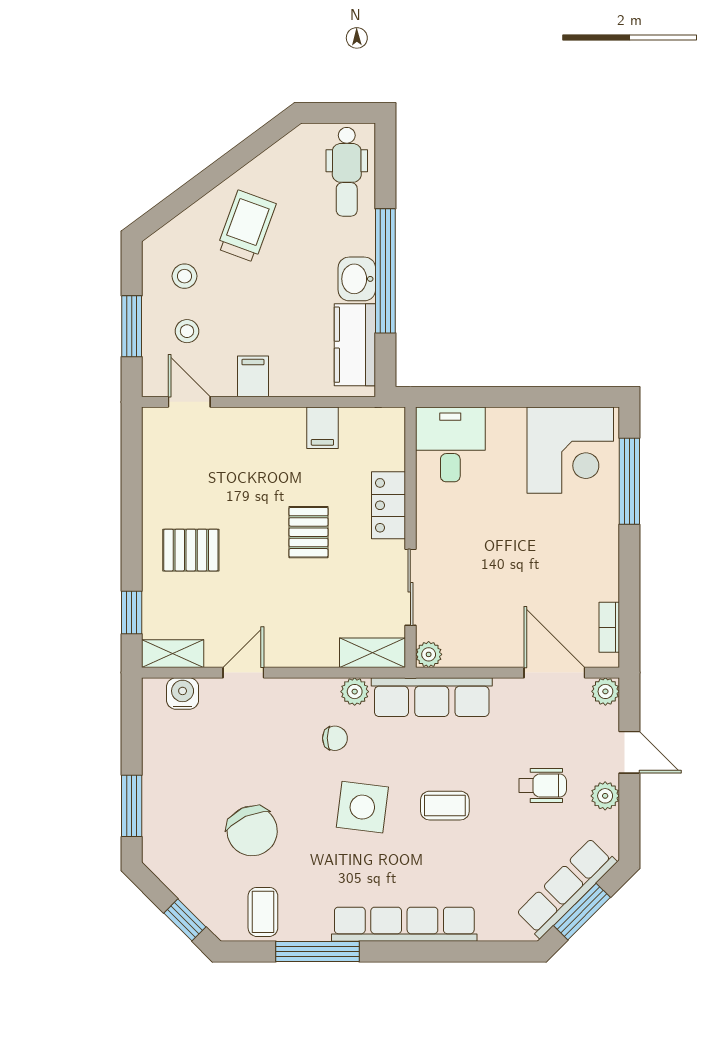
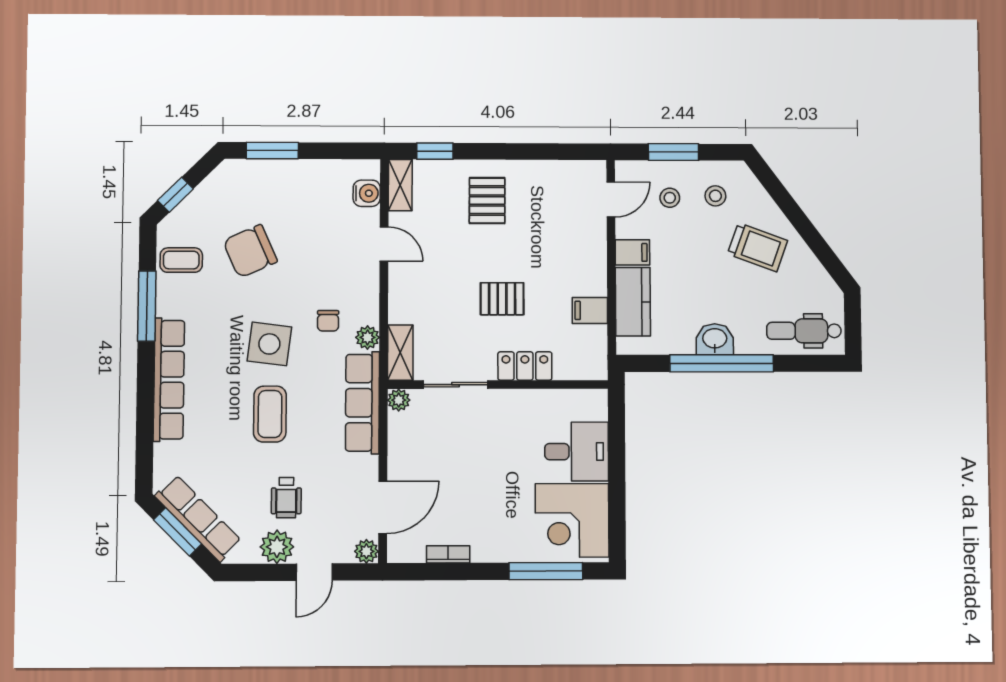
kitchen counter: (355, 345) -> (633, 302), moved, turned 90
desk: (450, 444) -> (577, 452), moved
bookcase: (609, 627) -> (448, 554), moved
plant: (605, 796) -> (277, 547), width x1.38, depth x1.38
coffee table: (445, 806) -> (270, 414), width x1.36, depth x1.30

